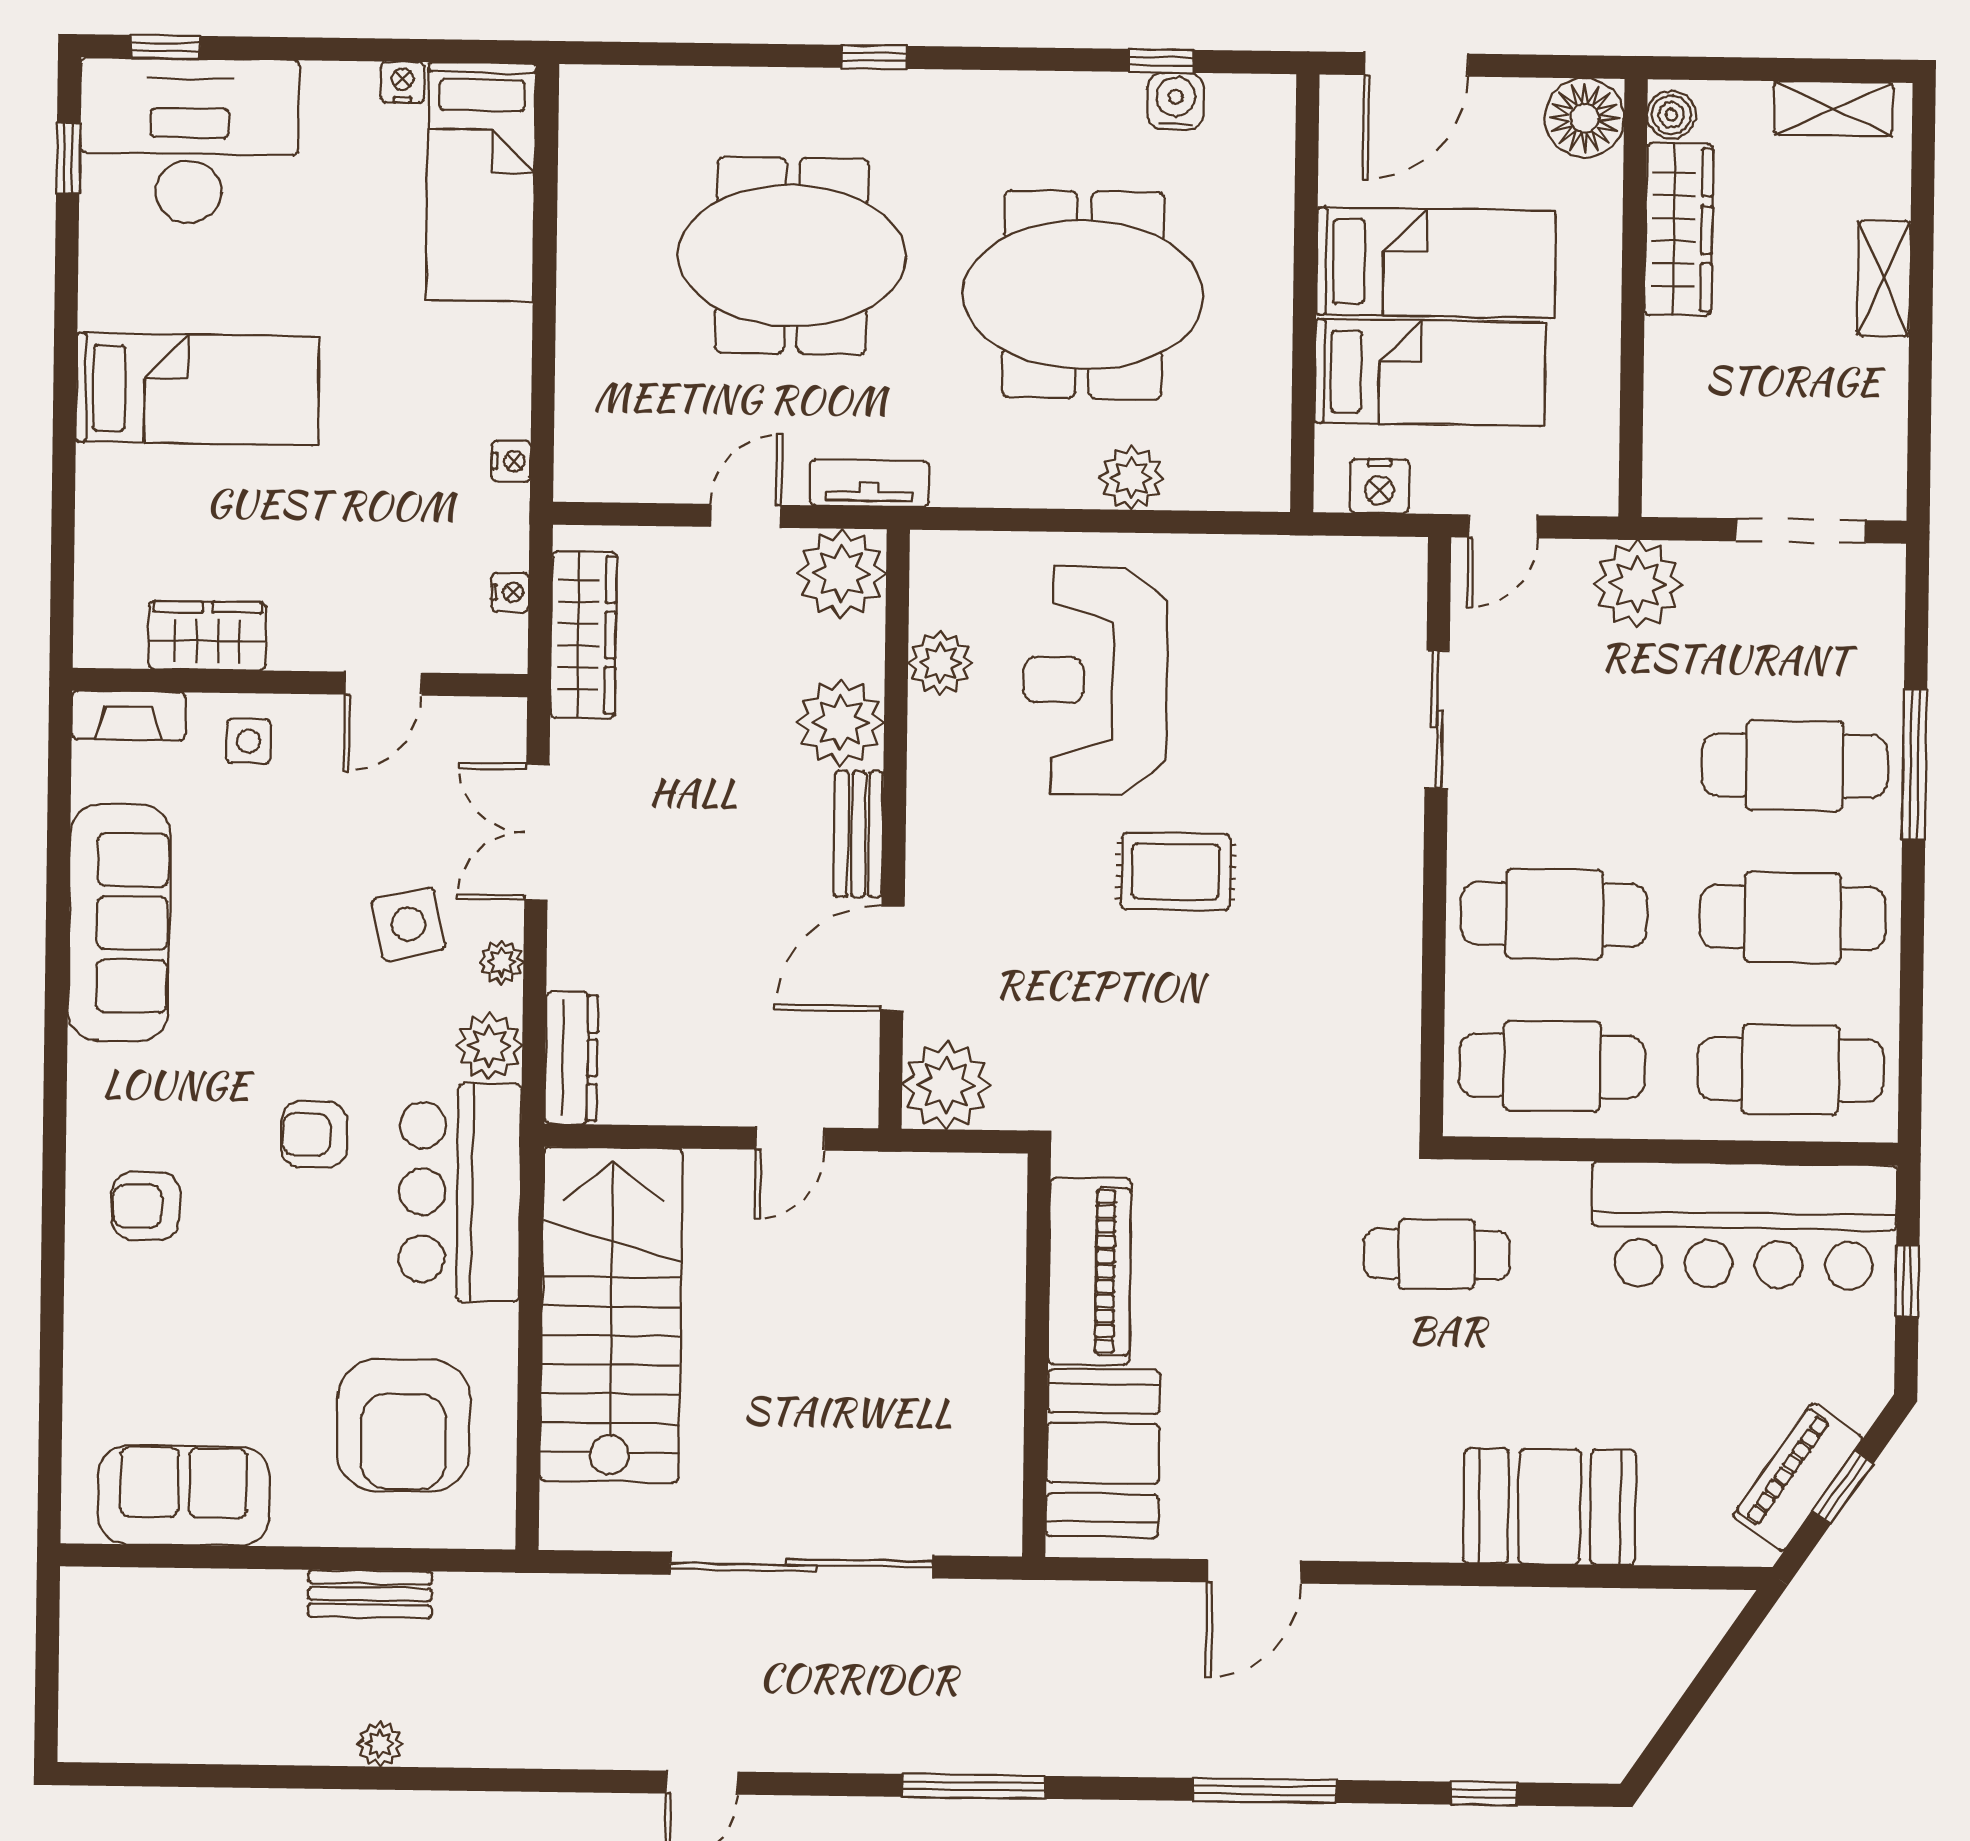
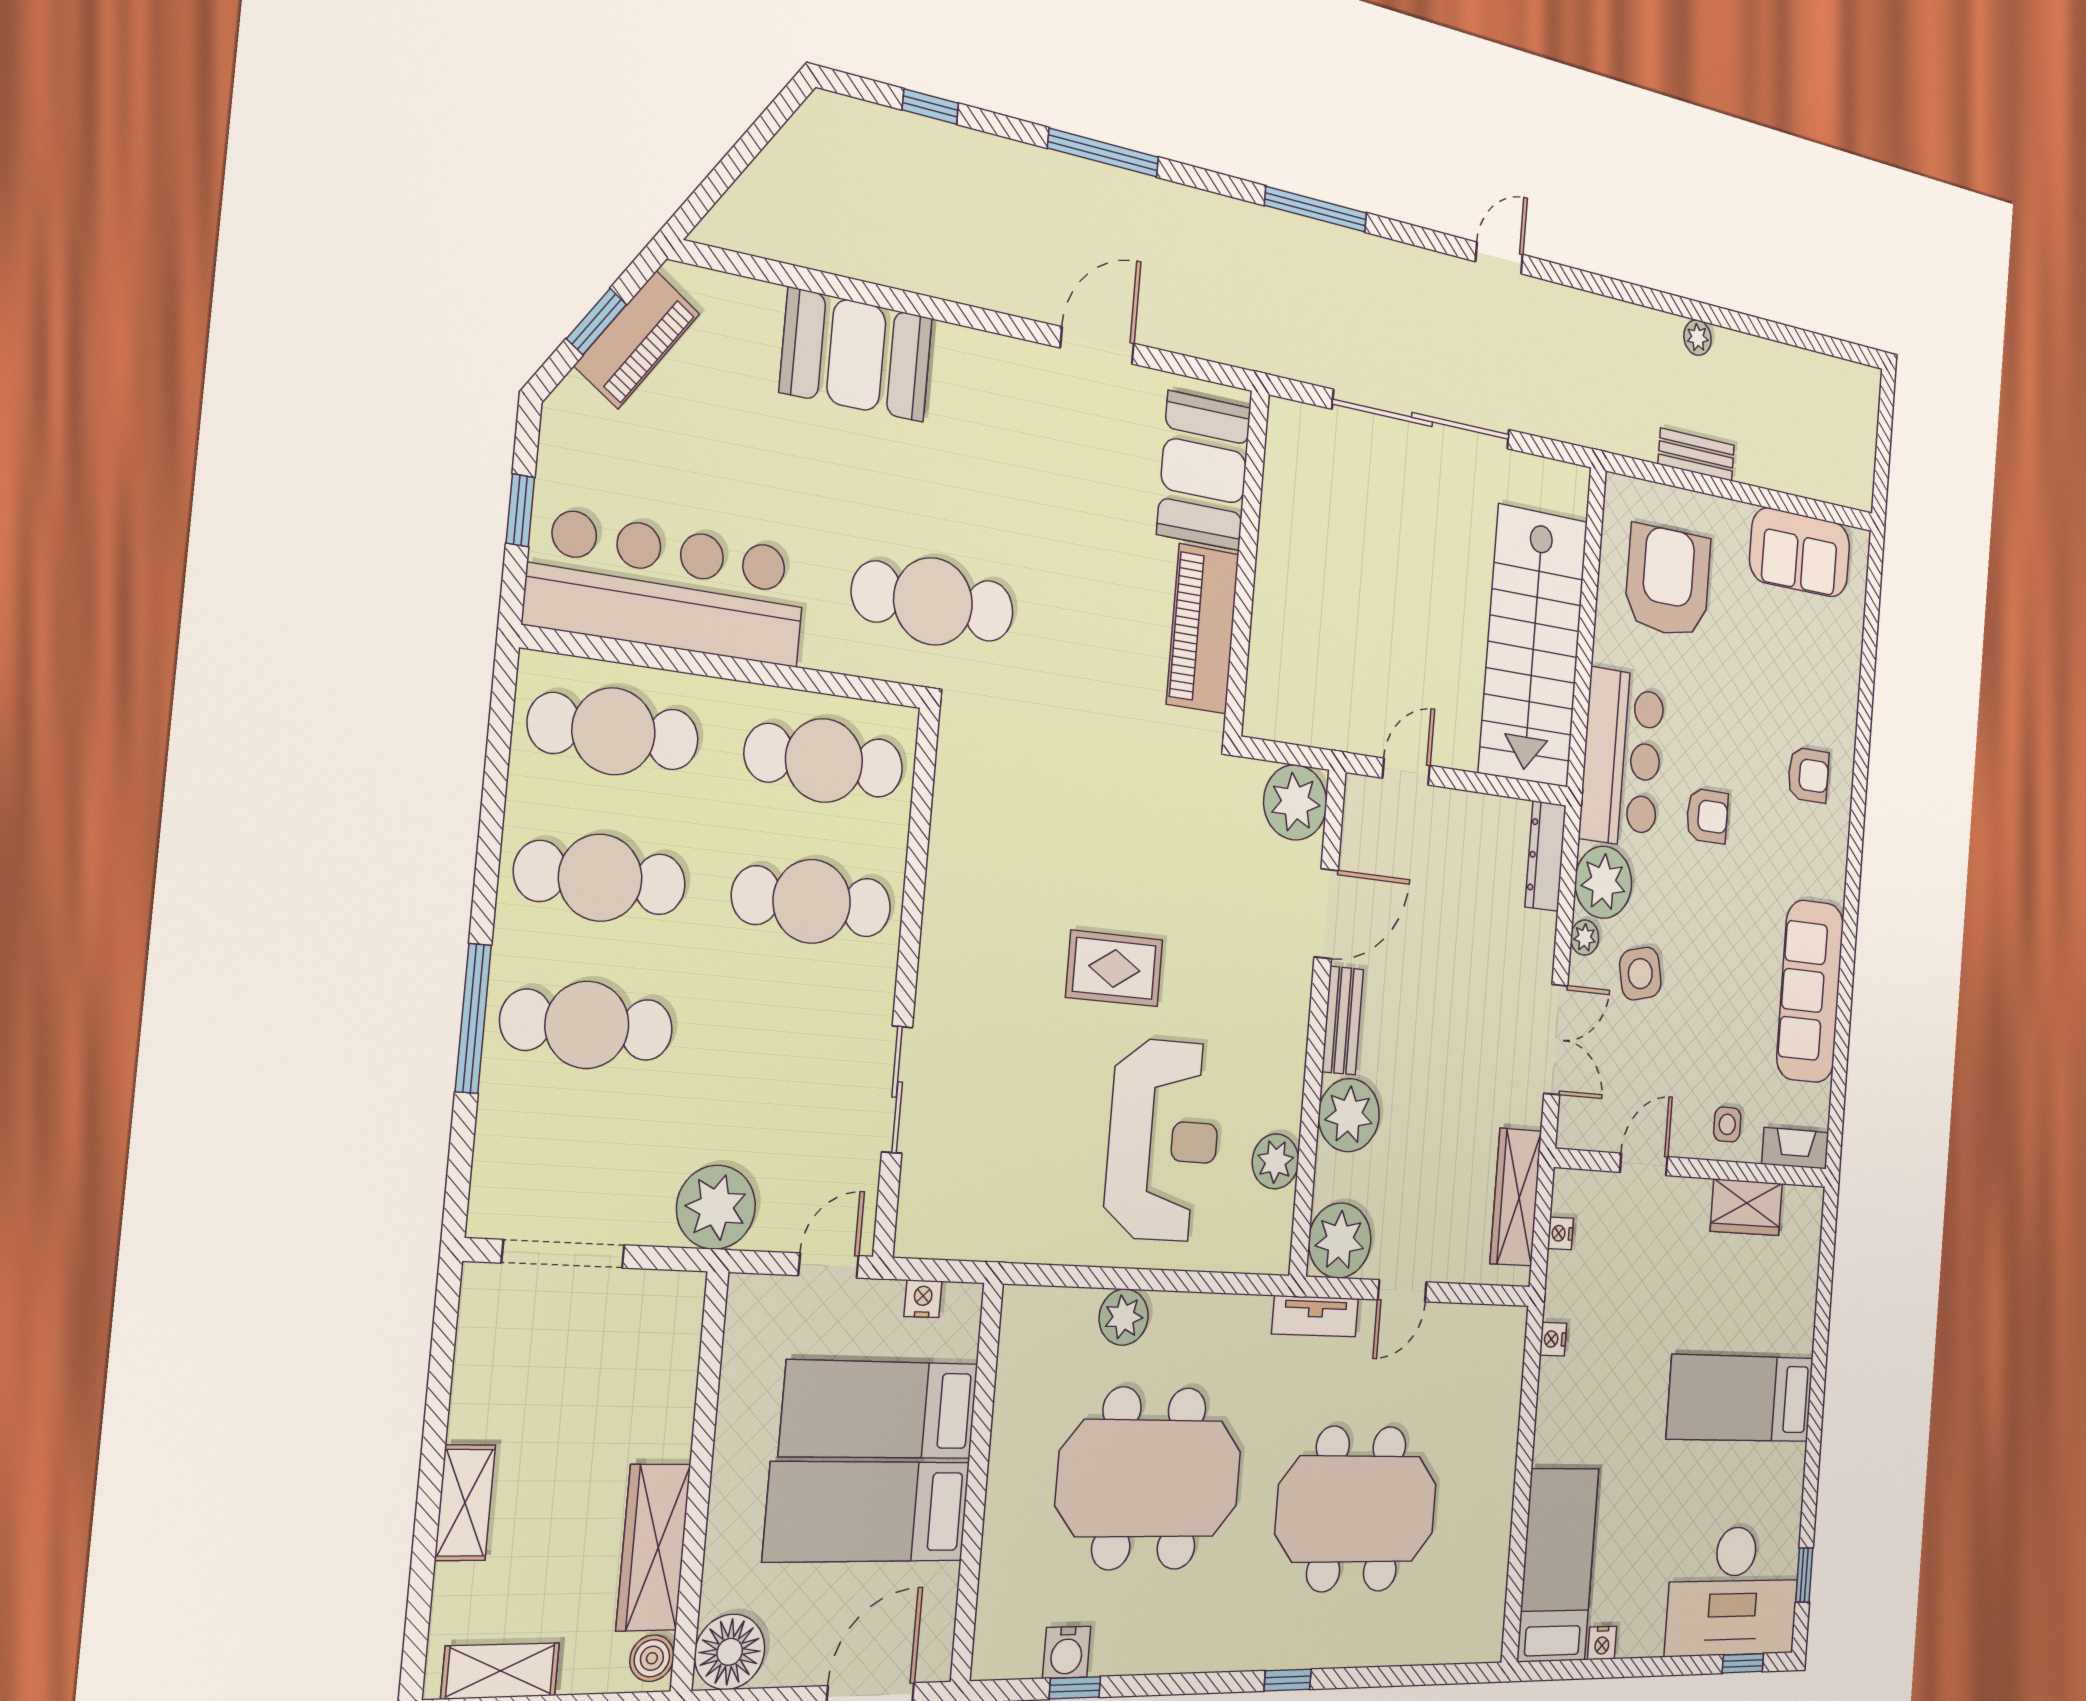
nightstand: (1379, 486) -> (923, 1299), width x0.72, depth x0.74
plant: (489, 1046) -> (1603, 882), width x1.36, depth x1.36
cafe table: (1437, 1254) -> (933, 601), width x1.37, depth x1.35

